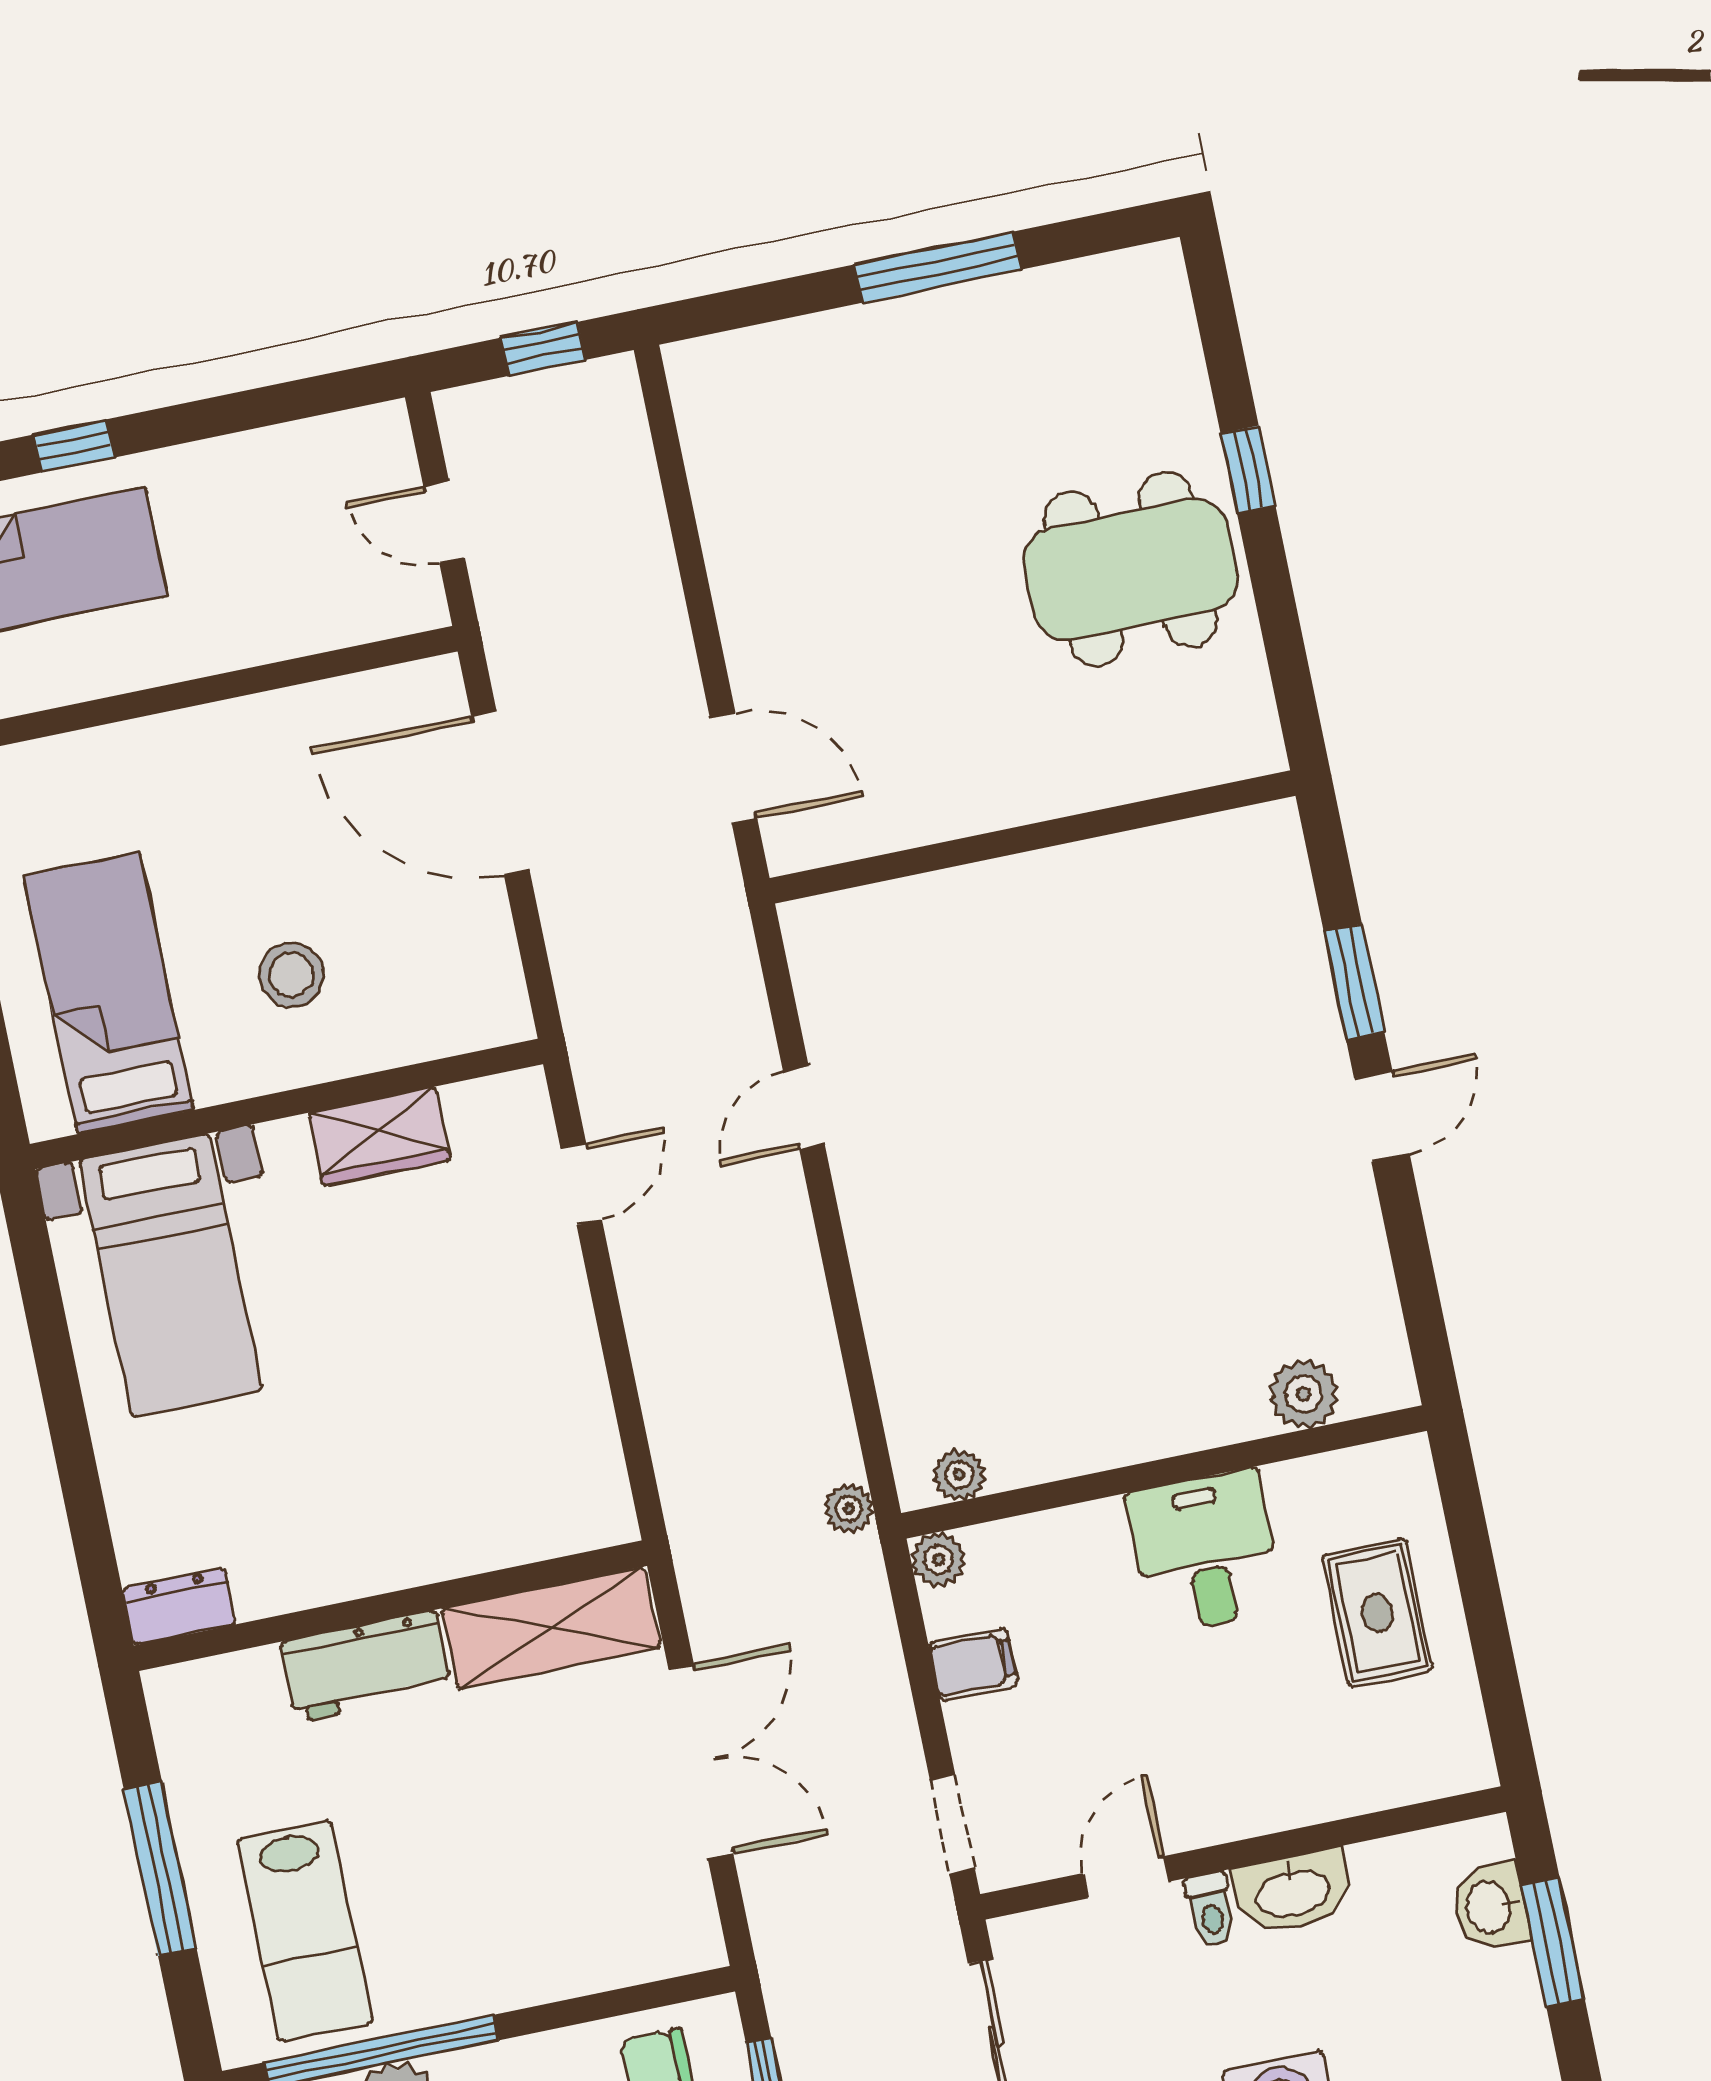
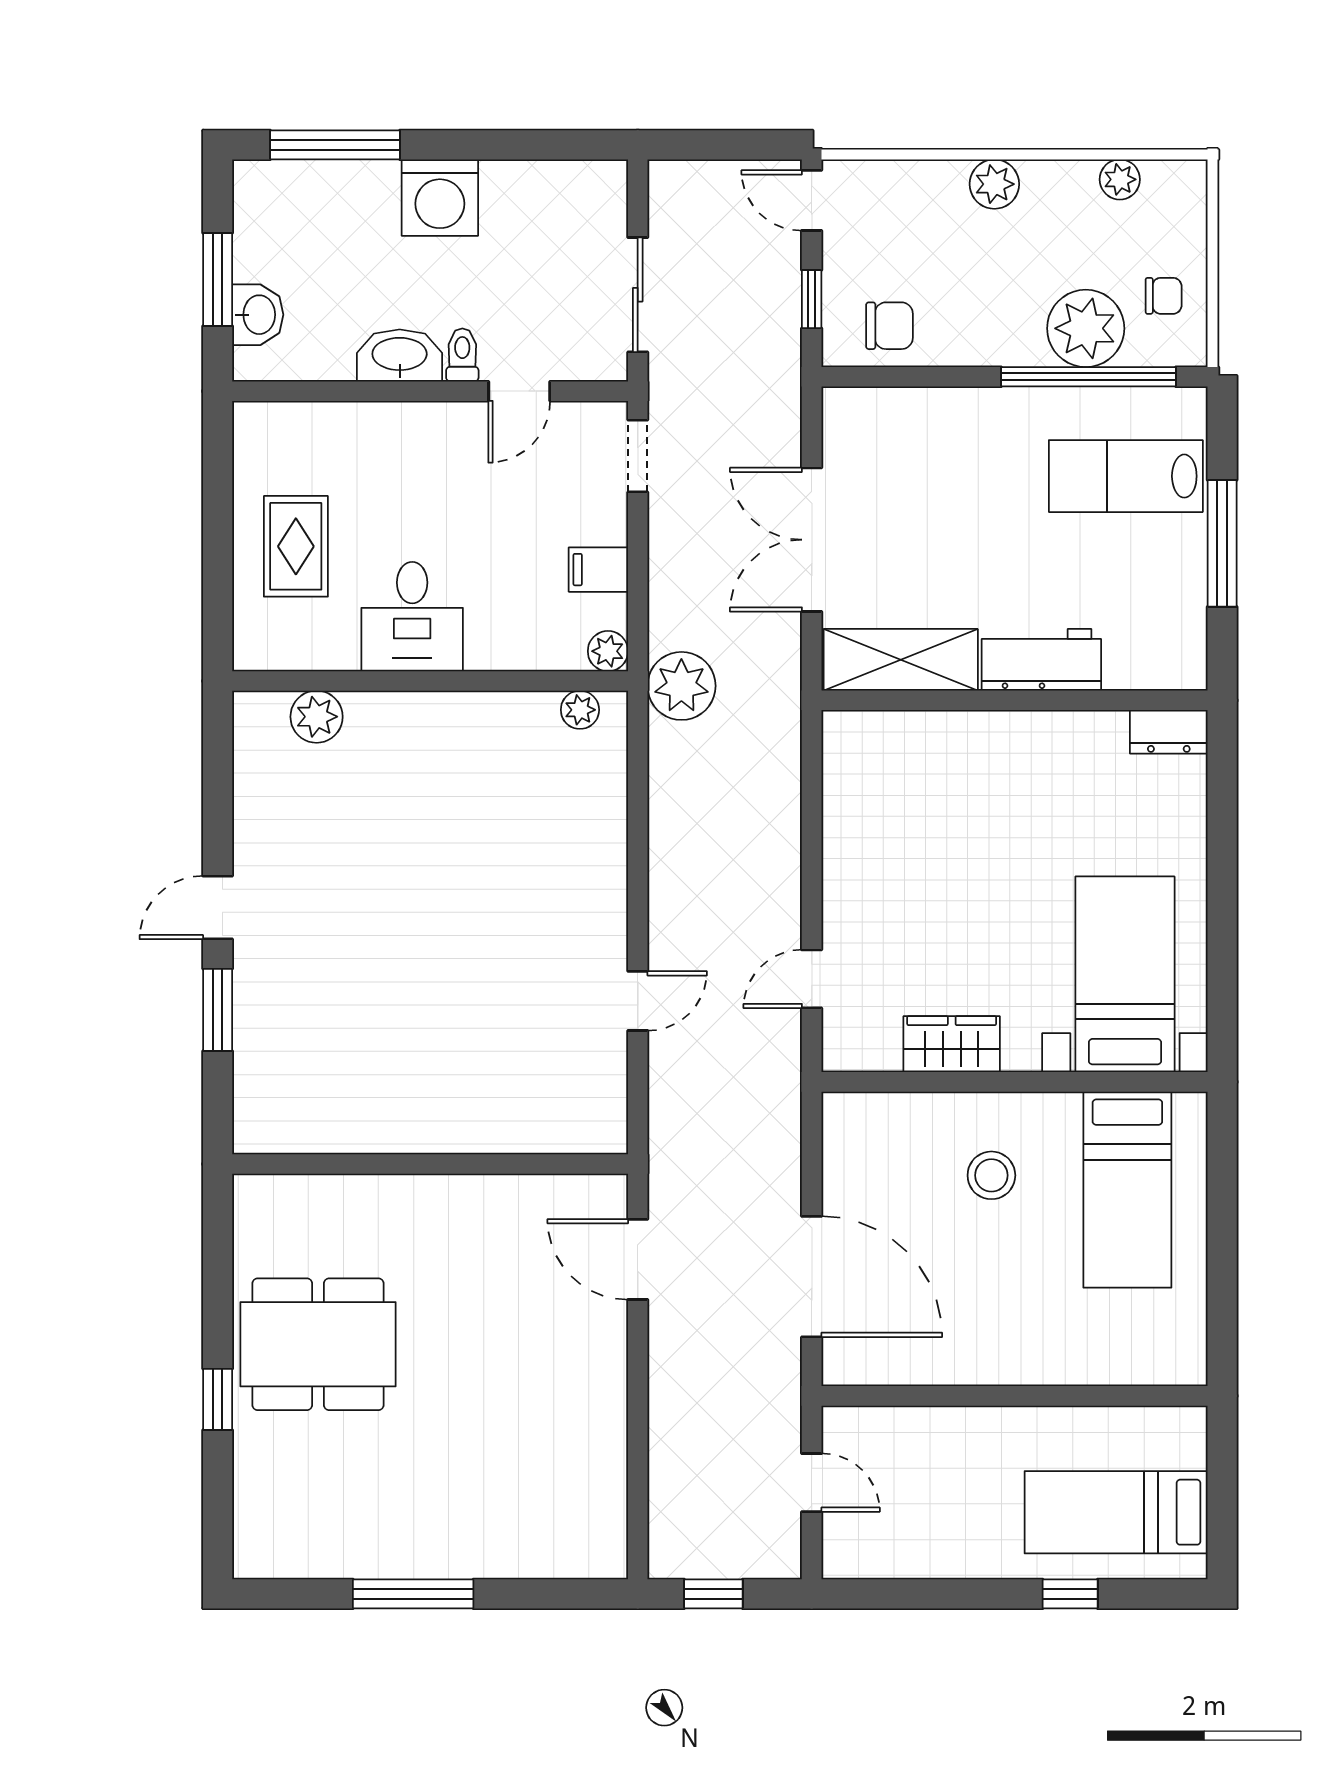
plant: (849, 1509) -> (681, 686), width x1.88, depth x1.88
lab bench: (305, 1931) -> (1126, 476), turned -90

